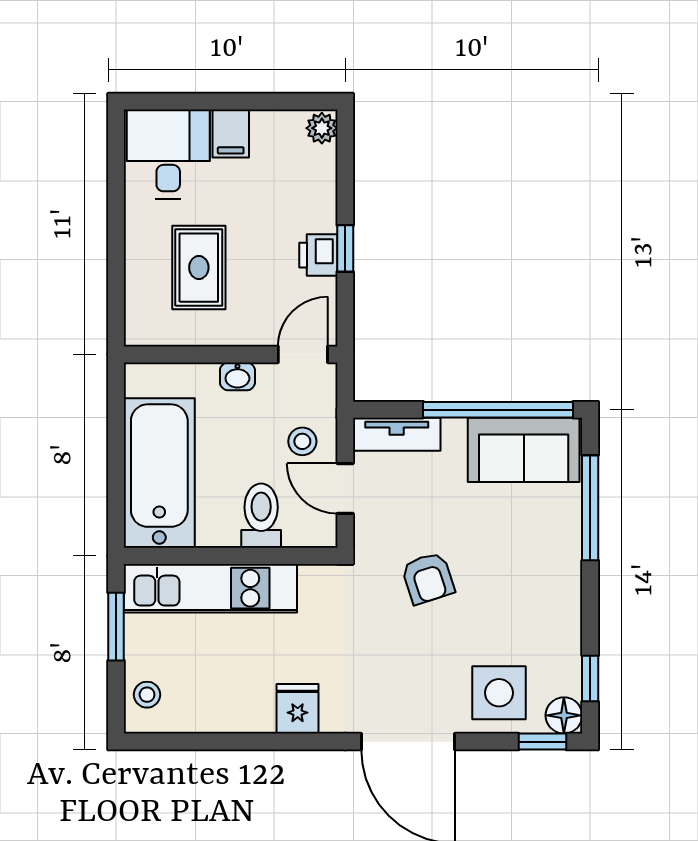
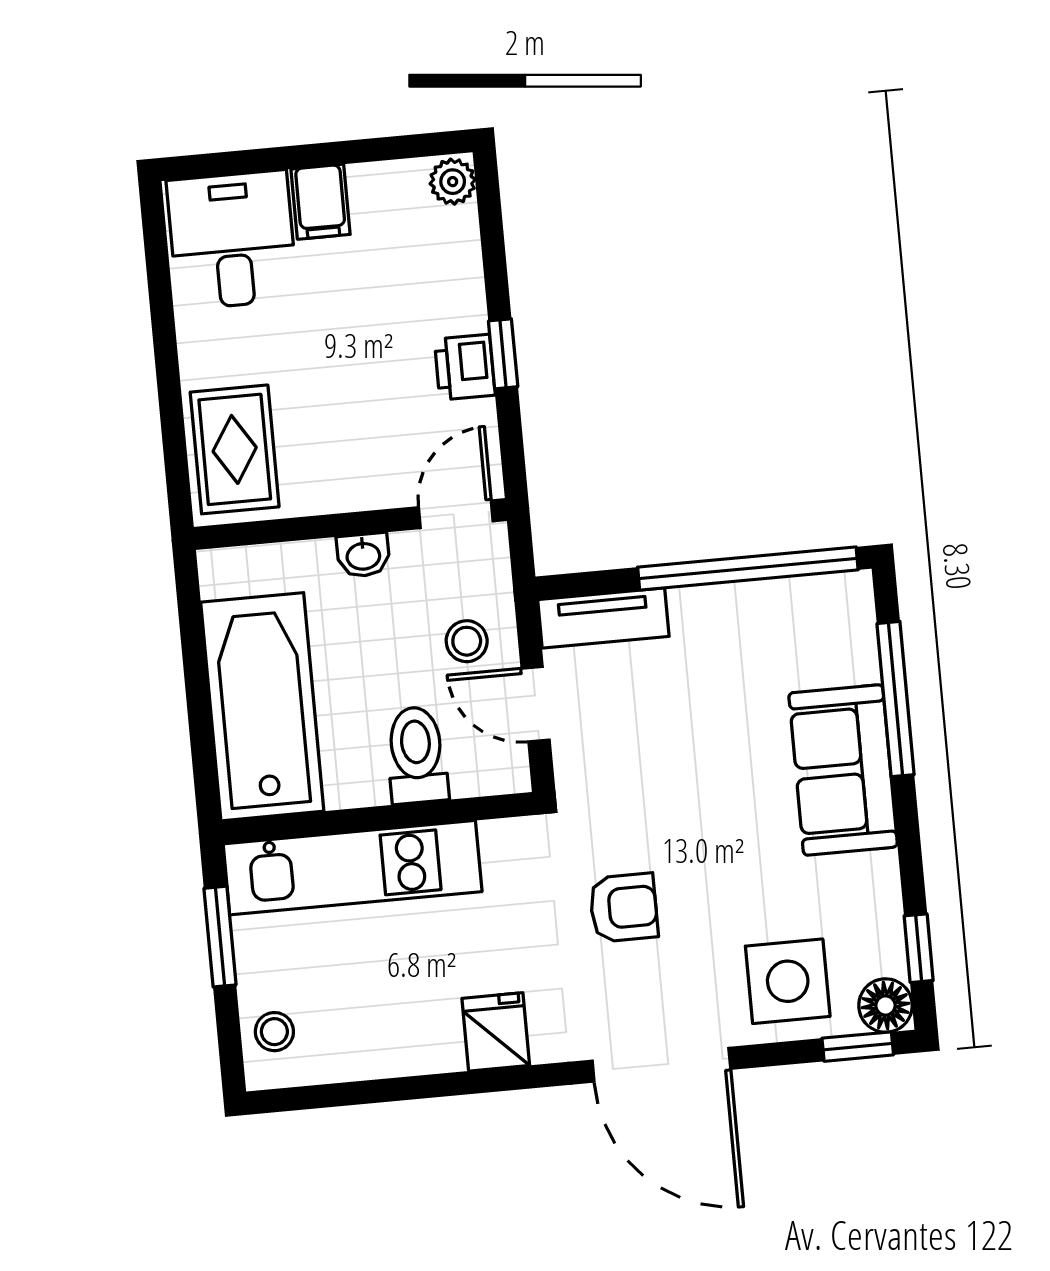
rug: (199, 268) -> (235, 449), moved
sofa: (524, 450) -> (843, 770), moved, turned 90
armchair: (428, 578) -> (624, 908), moved, turned -72

